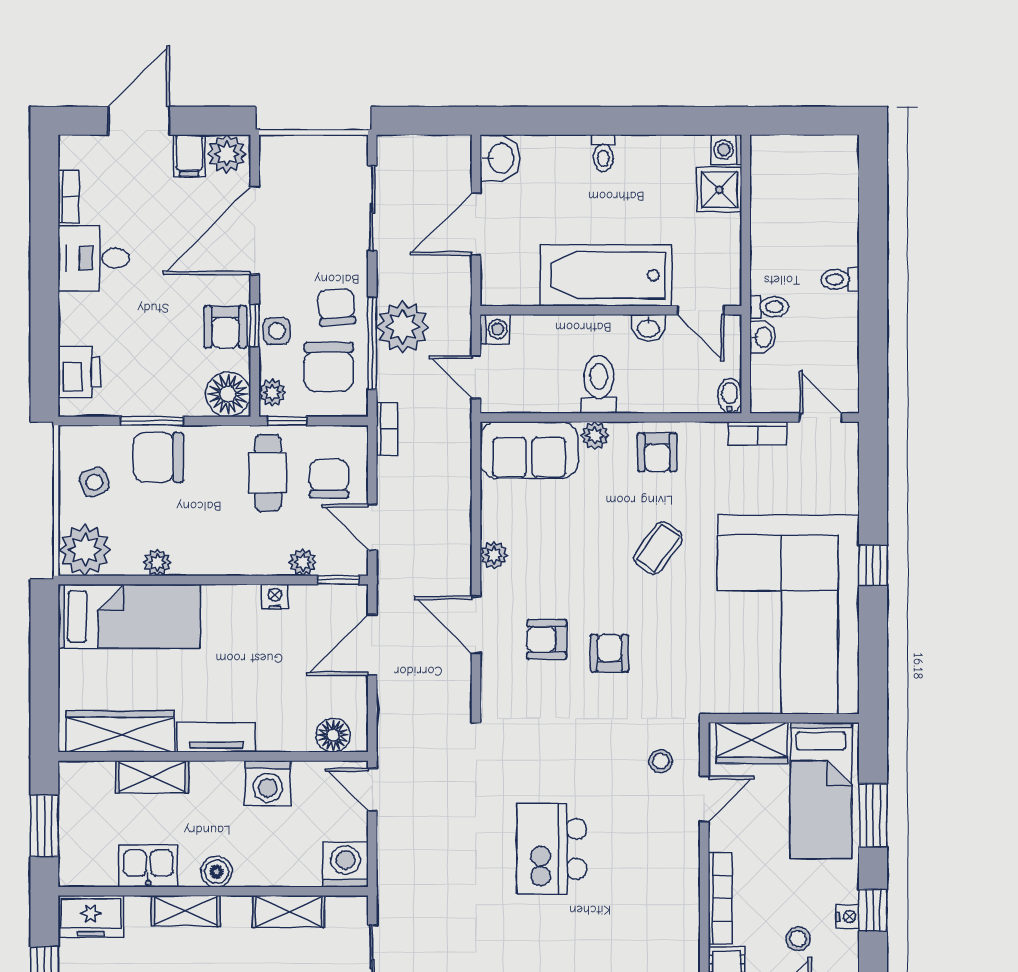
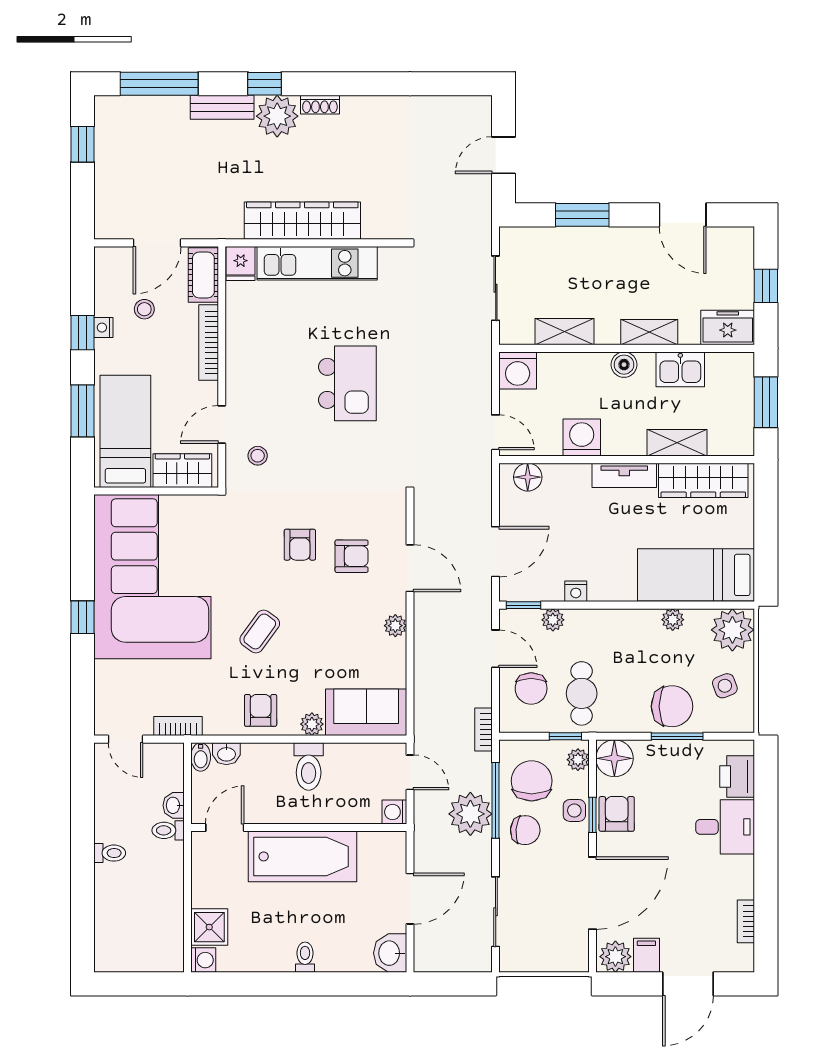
desk: (94, 258) -> (725, 827), moved
chair: (336, 307) -> (525, 830), turned -80
door: (701, 310) -> (225, 828), hinge flipped
washbasin: (648, 328) -> (226, 754), moved, turned 180

